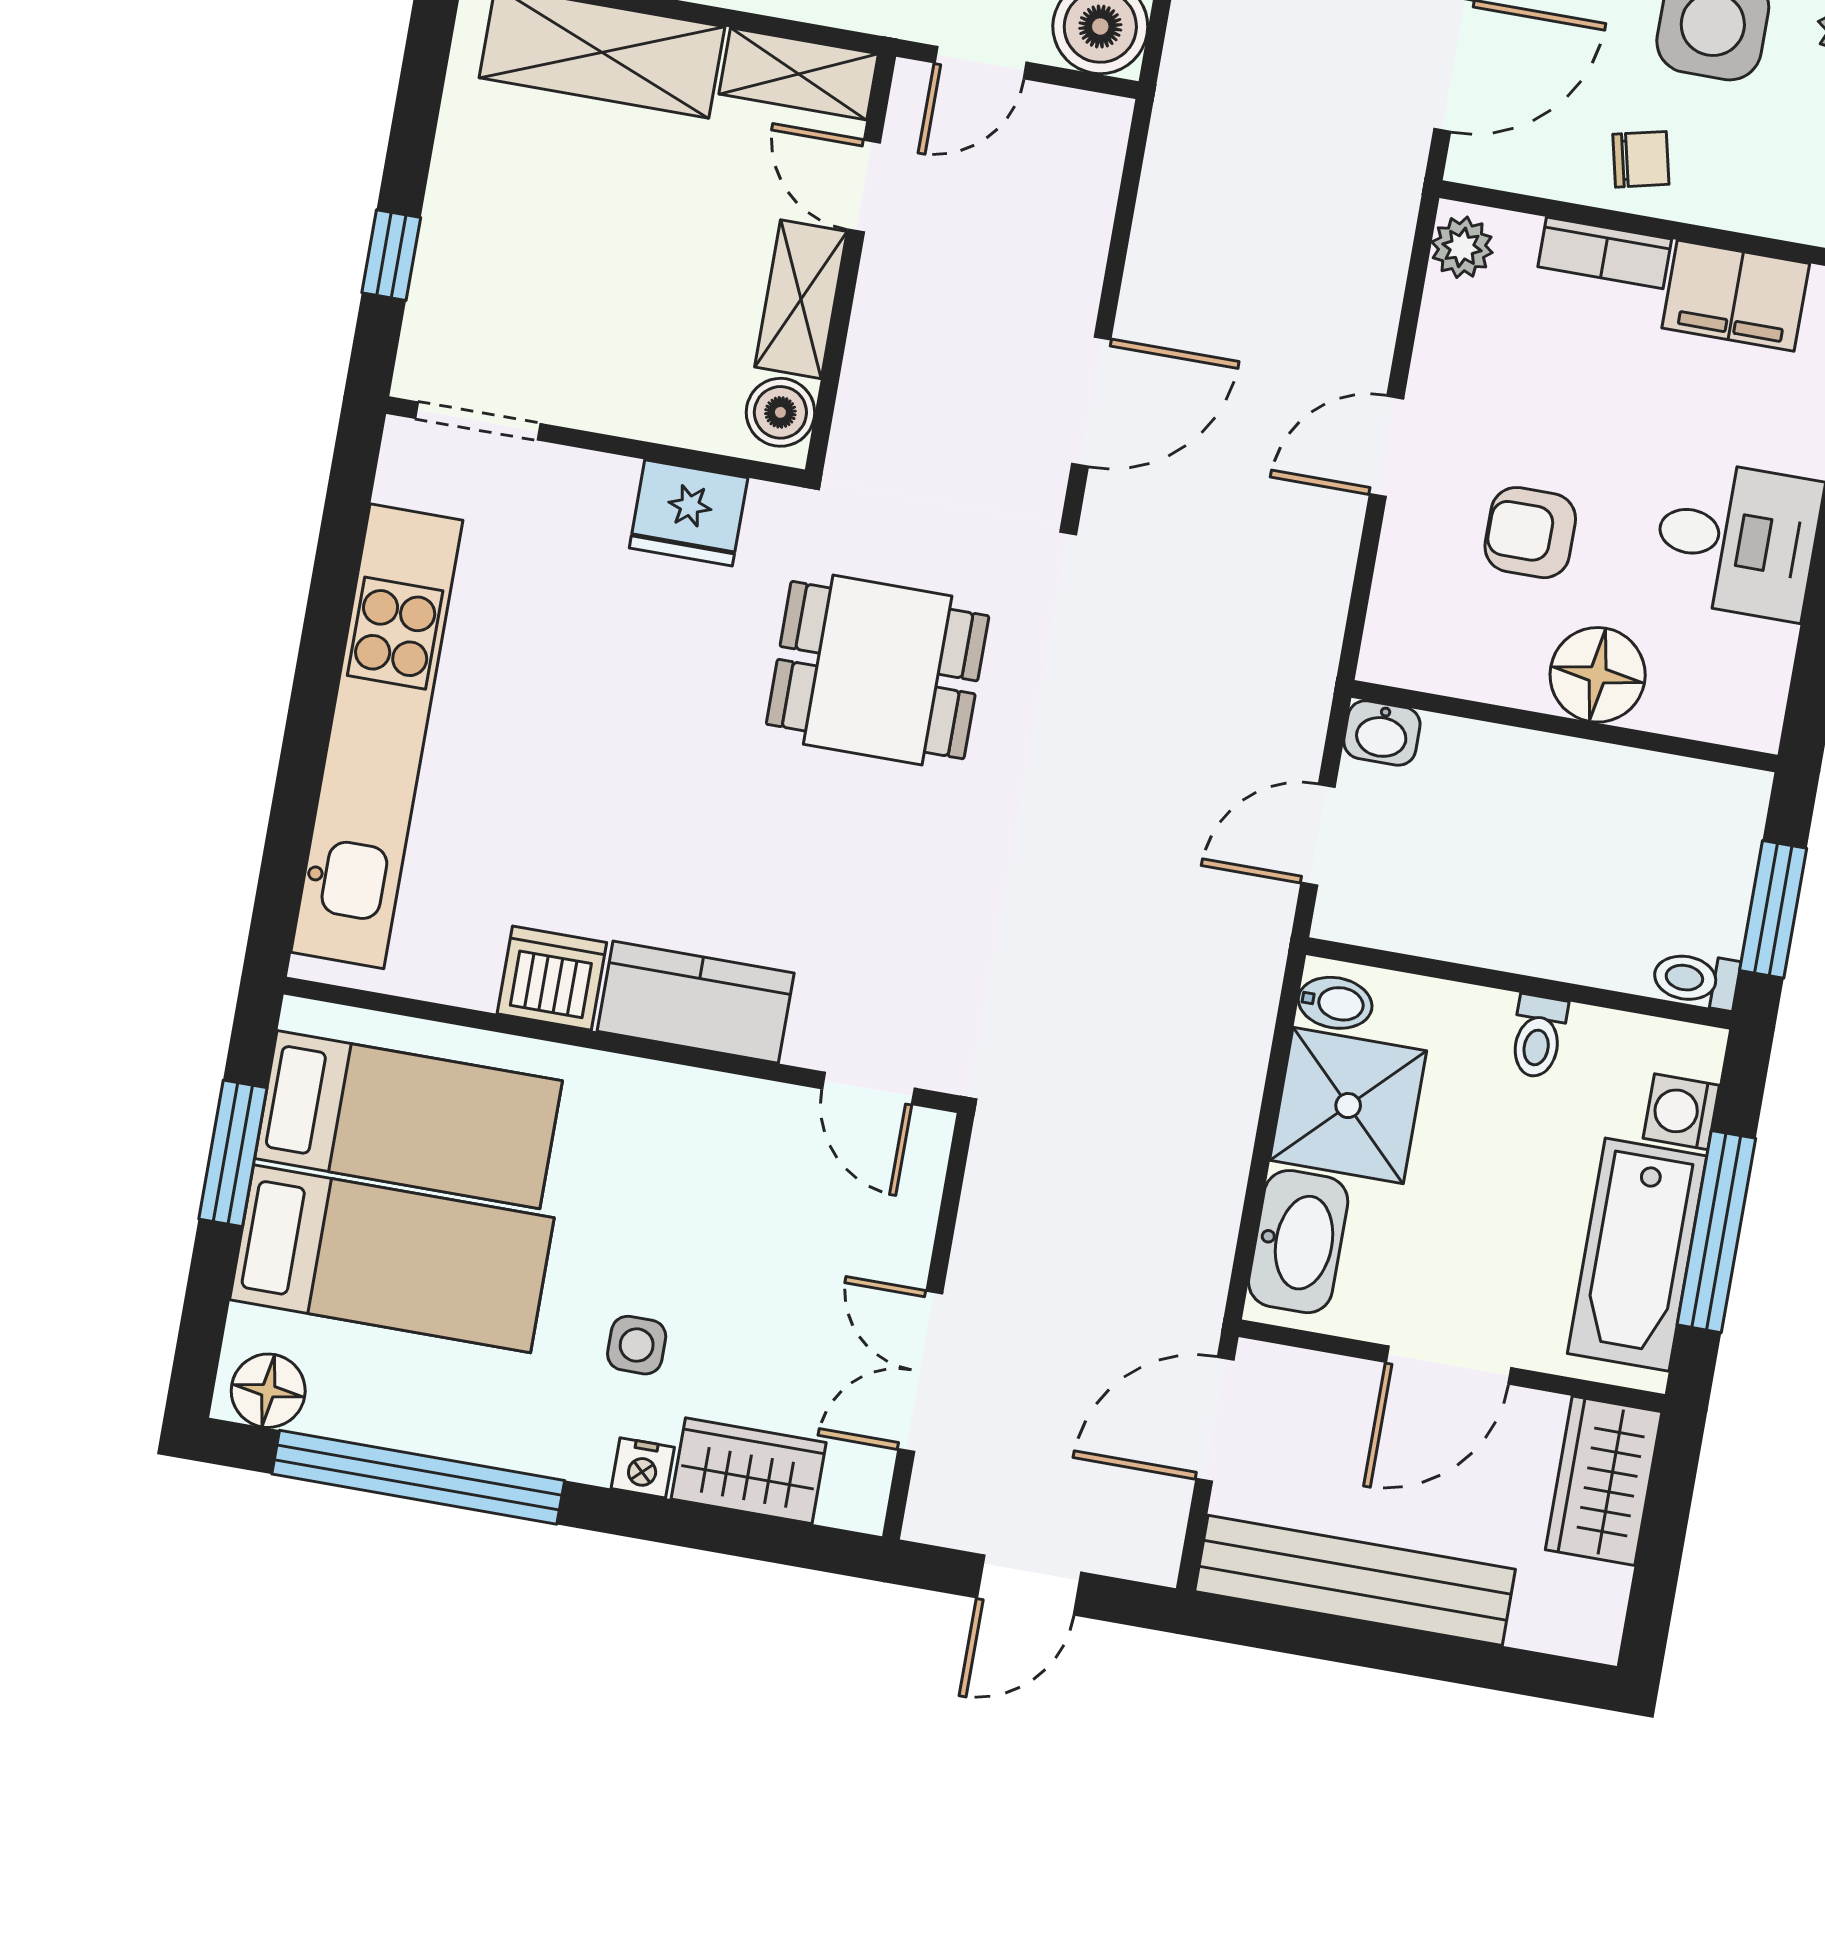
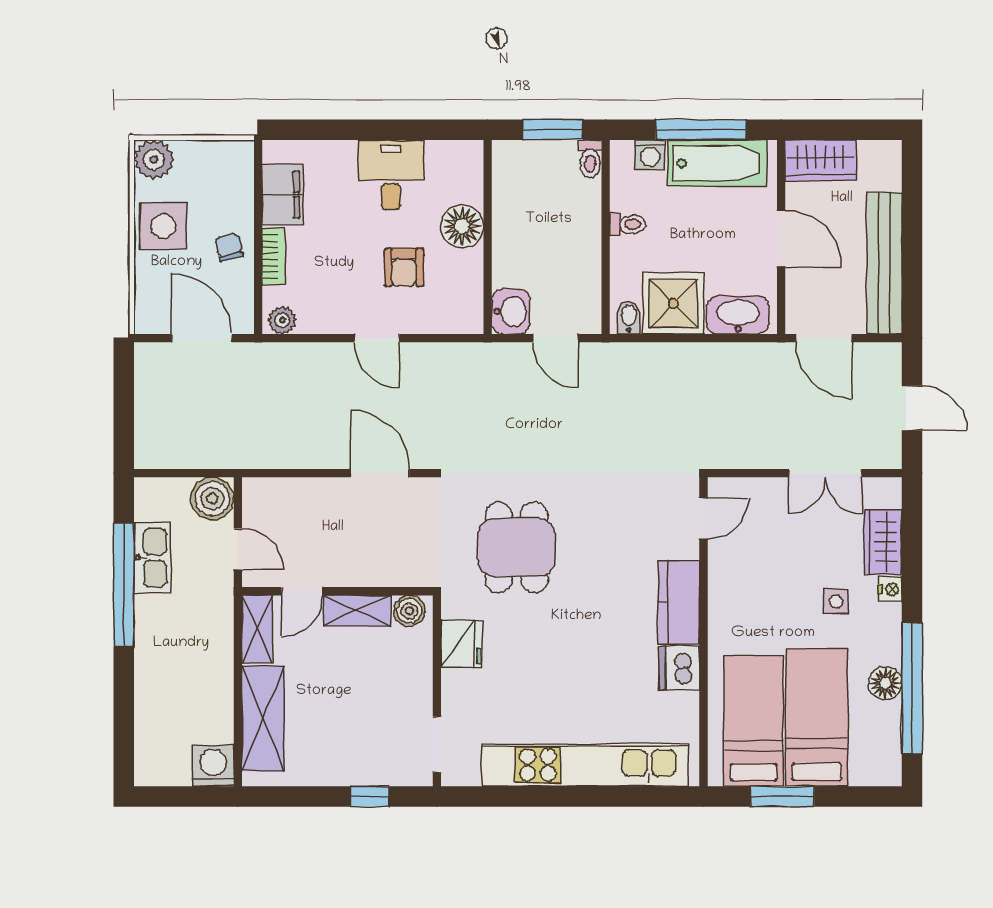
washbasin: (1382, 733) -> (511, 311), width x1.38, depth x1.45
floor lamp: (268, 1391) -> (885, 683), moved

